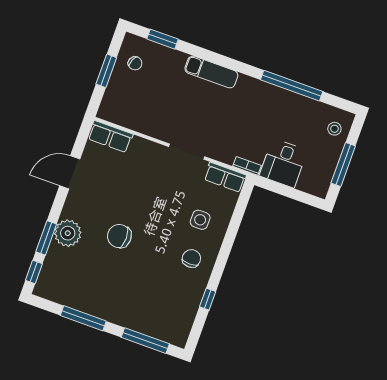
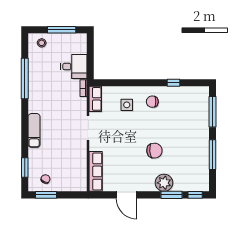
window: (106, 71) -> (46, 195), moved
row of seats: (110, 137) -> (96, 171), width x1.48
chair: (119, 236) -> (154, 151), turned -95

